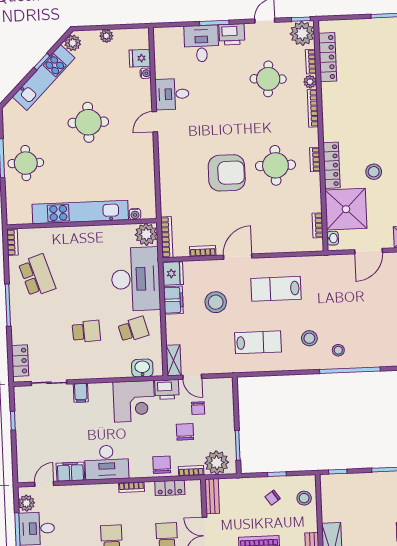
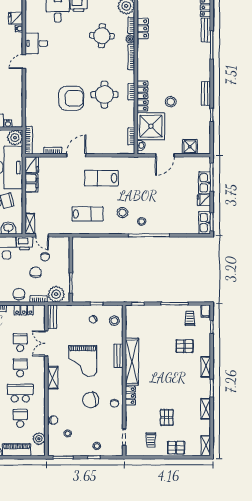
locker: (327, 57) -> (143, 28), width x0.66
stool: (216, 302) -> (60, 185), removed

